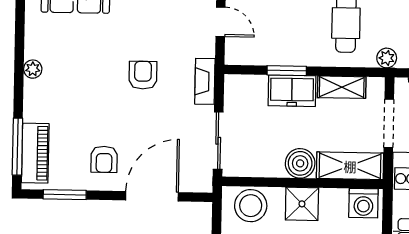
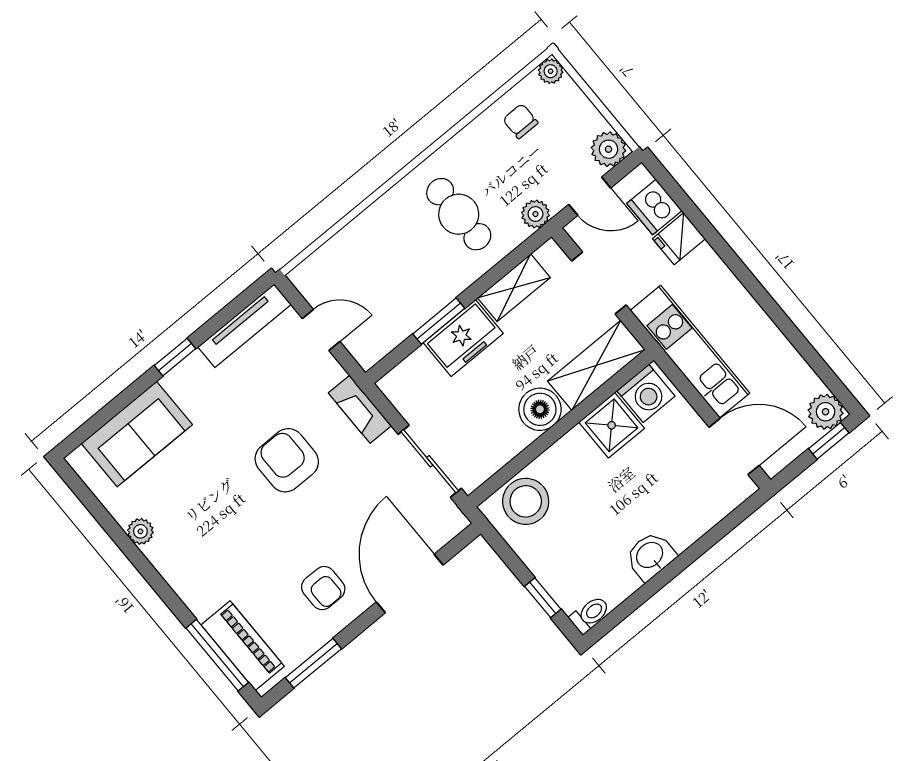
plant: (33, 69) -> (140, 531), moved
armchair: (143, 75) -> (287, 460), width x1.38, depth x1.38
shower: (302, 204) -> (612, 425), moved

